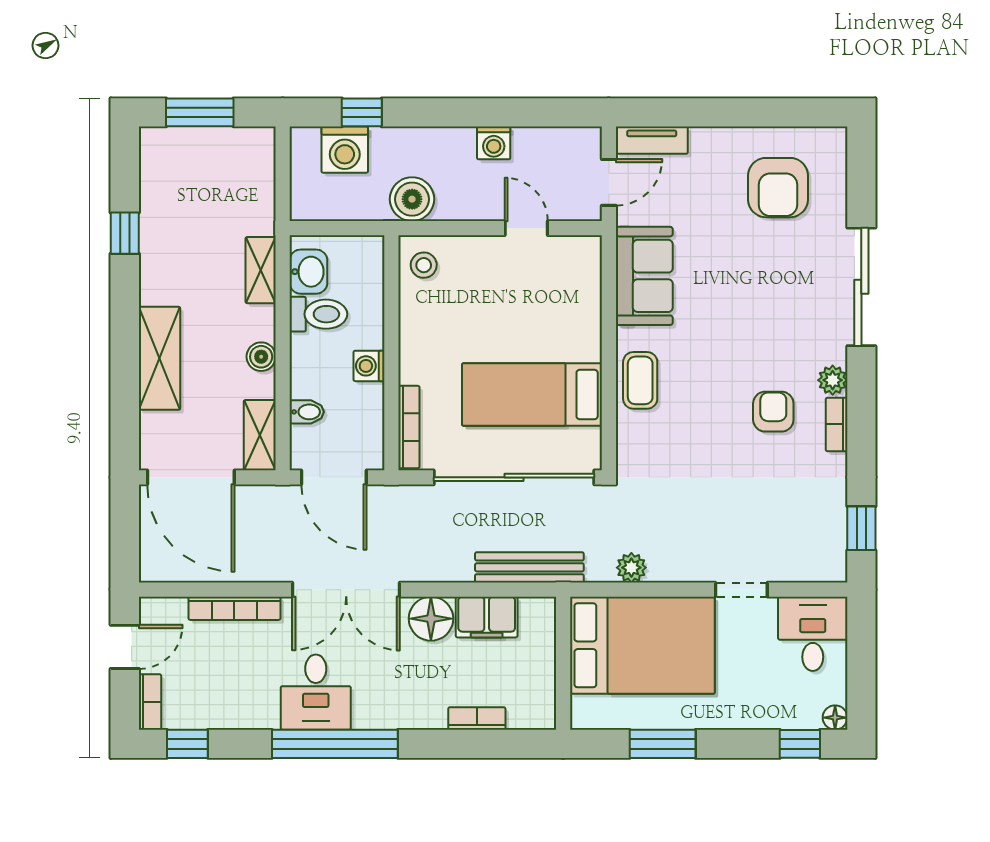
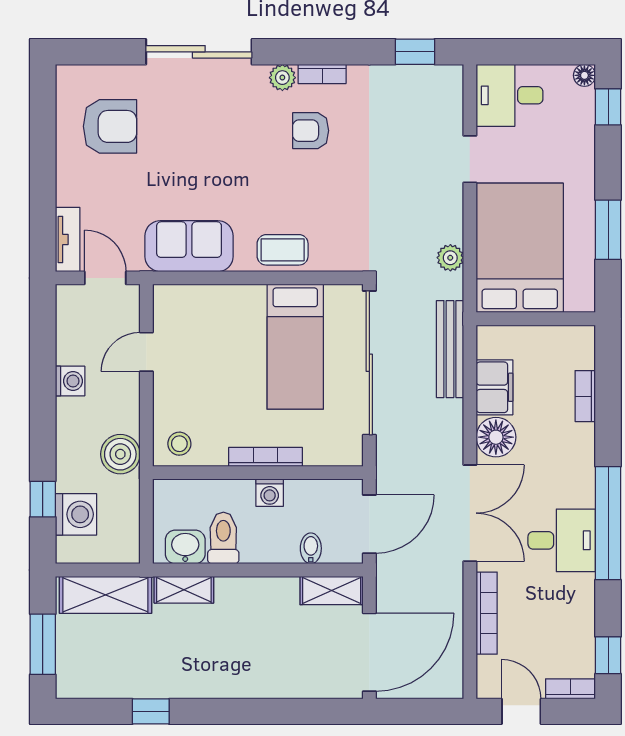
boiler: (261, 357) -> (261, 589), removed
shelving: (159, 358) -> (105, 595), moved
bookcase: (409, 427) -> (265, 457), moved

